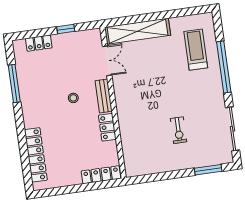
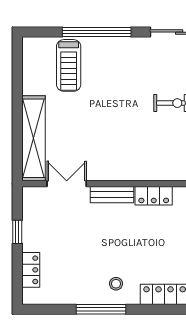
treadmill: (196, 50) -> (69, 65), turned -90
window: (14, 84) -> (101, 309), moved
stool: (73, 98) -> (116, 284), moved

